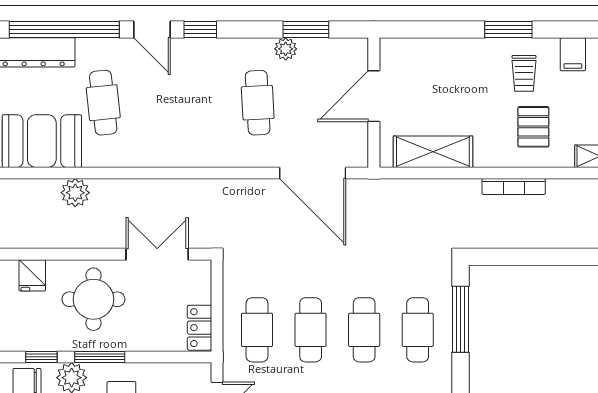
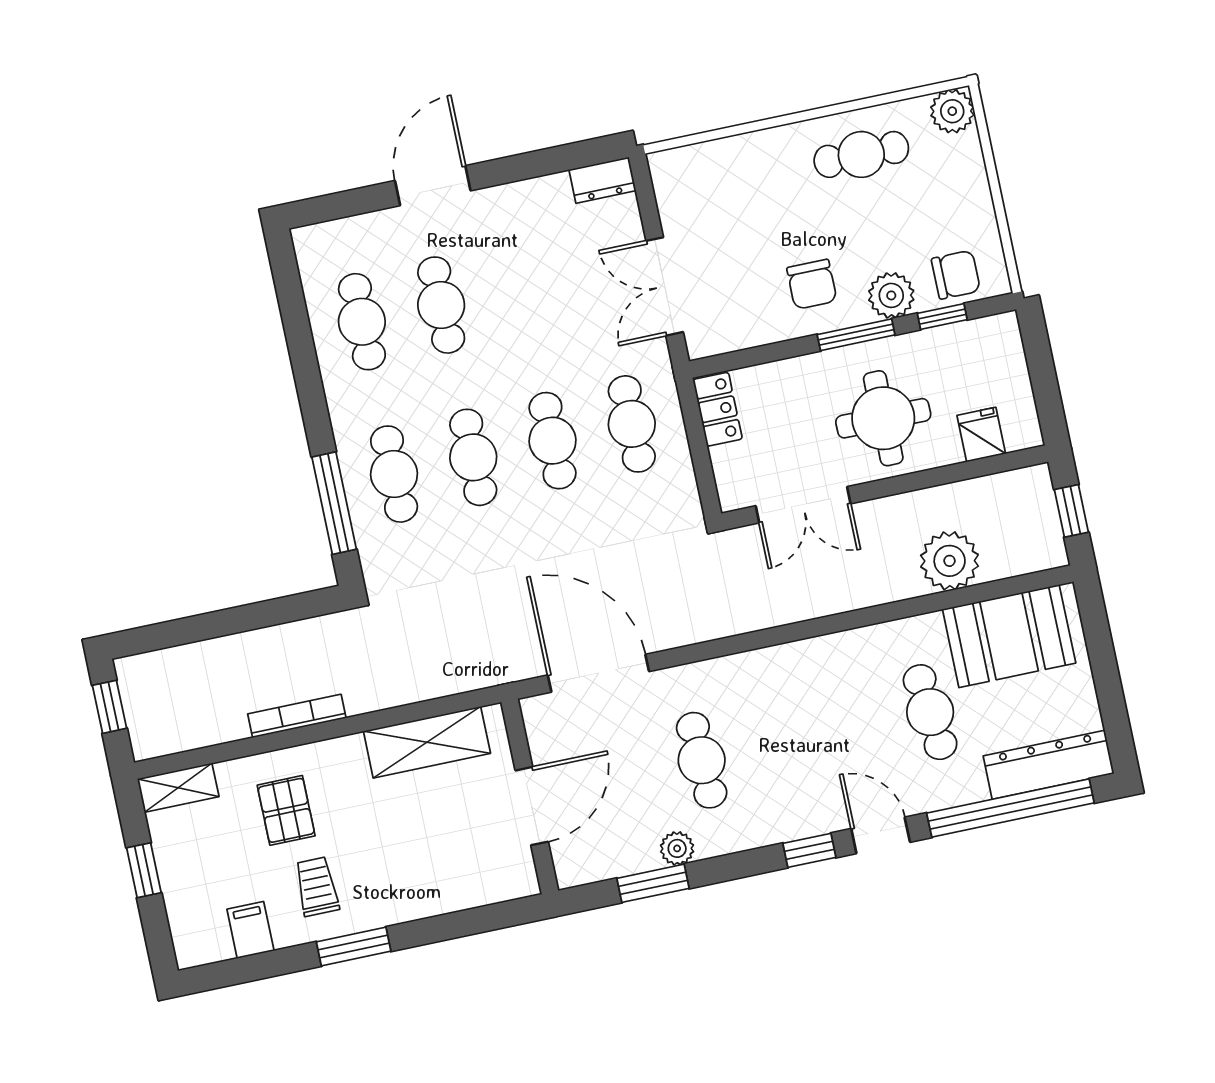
plant: (75, 193) -> (950, 561), width x1.36, depth x1.36

